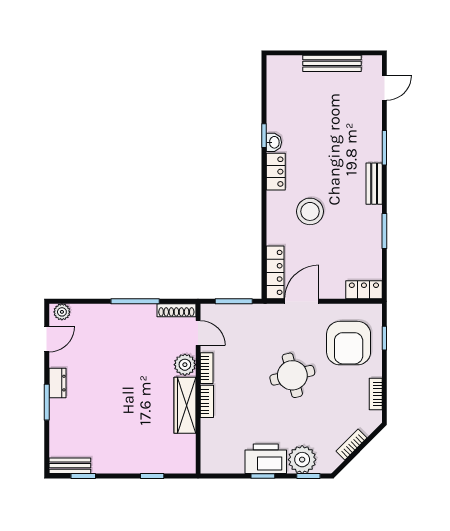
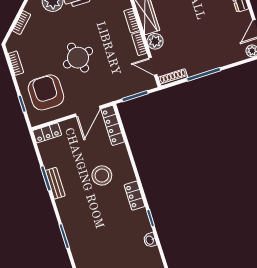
washbasin: (274, 142) -> (150, 240), moved
bench: (374, 184) -> (55, 183), moved

